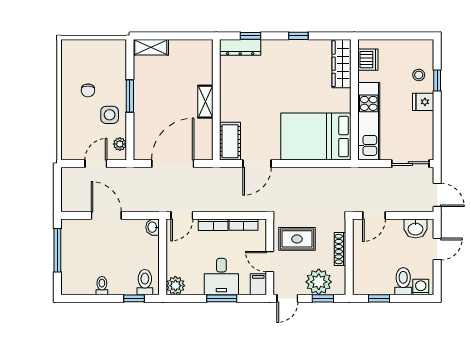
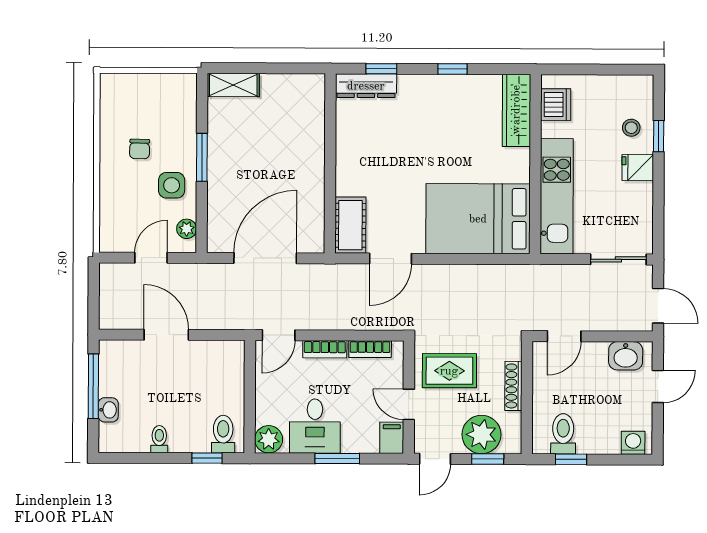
shelving: (205, 102) -> (314, 166), removed
washbasin: (153, 227) -> (108, 410), moved, turned 180
desk: (221, 277) -> (315, 426), moved
toilet: (403, 281) -> (563, 434), moved

